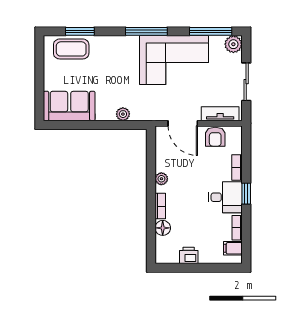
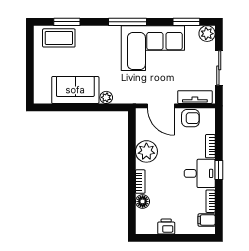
window: (211, 31) -> (186, 22), width x0.69
sofa: (69, 106) -> (75, 90), moved
armchair: (215, 137) -> (190, 118), turned -90
plant: (161, 179) -> (146, 151), width x1.87, depth x1.87

